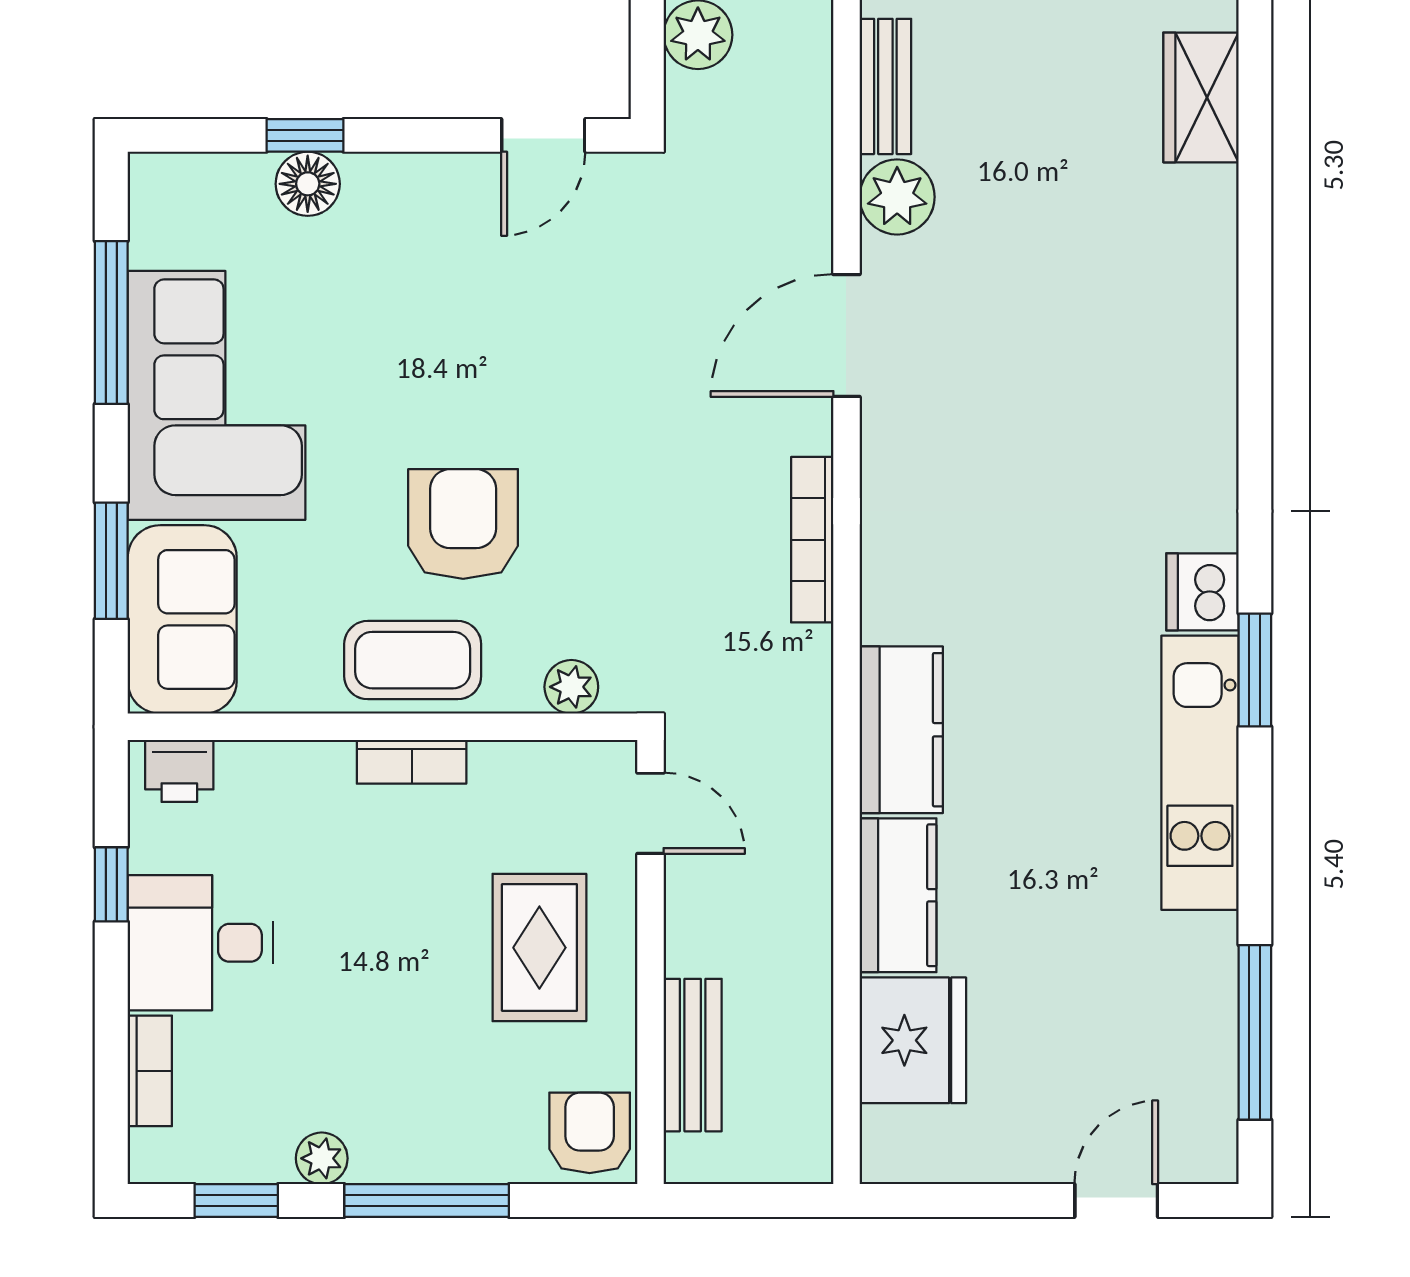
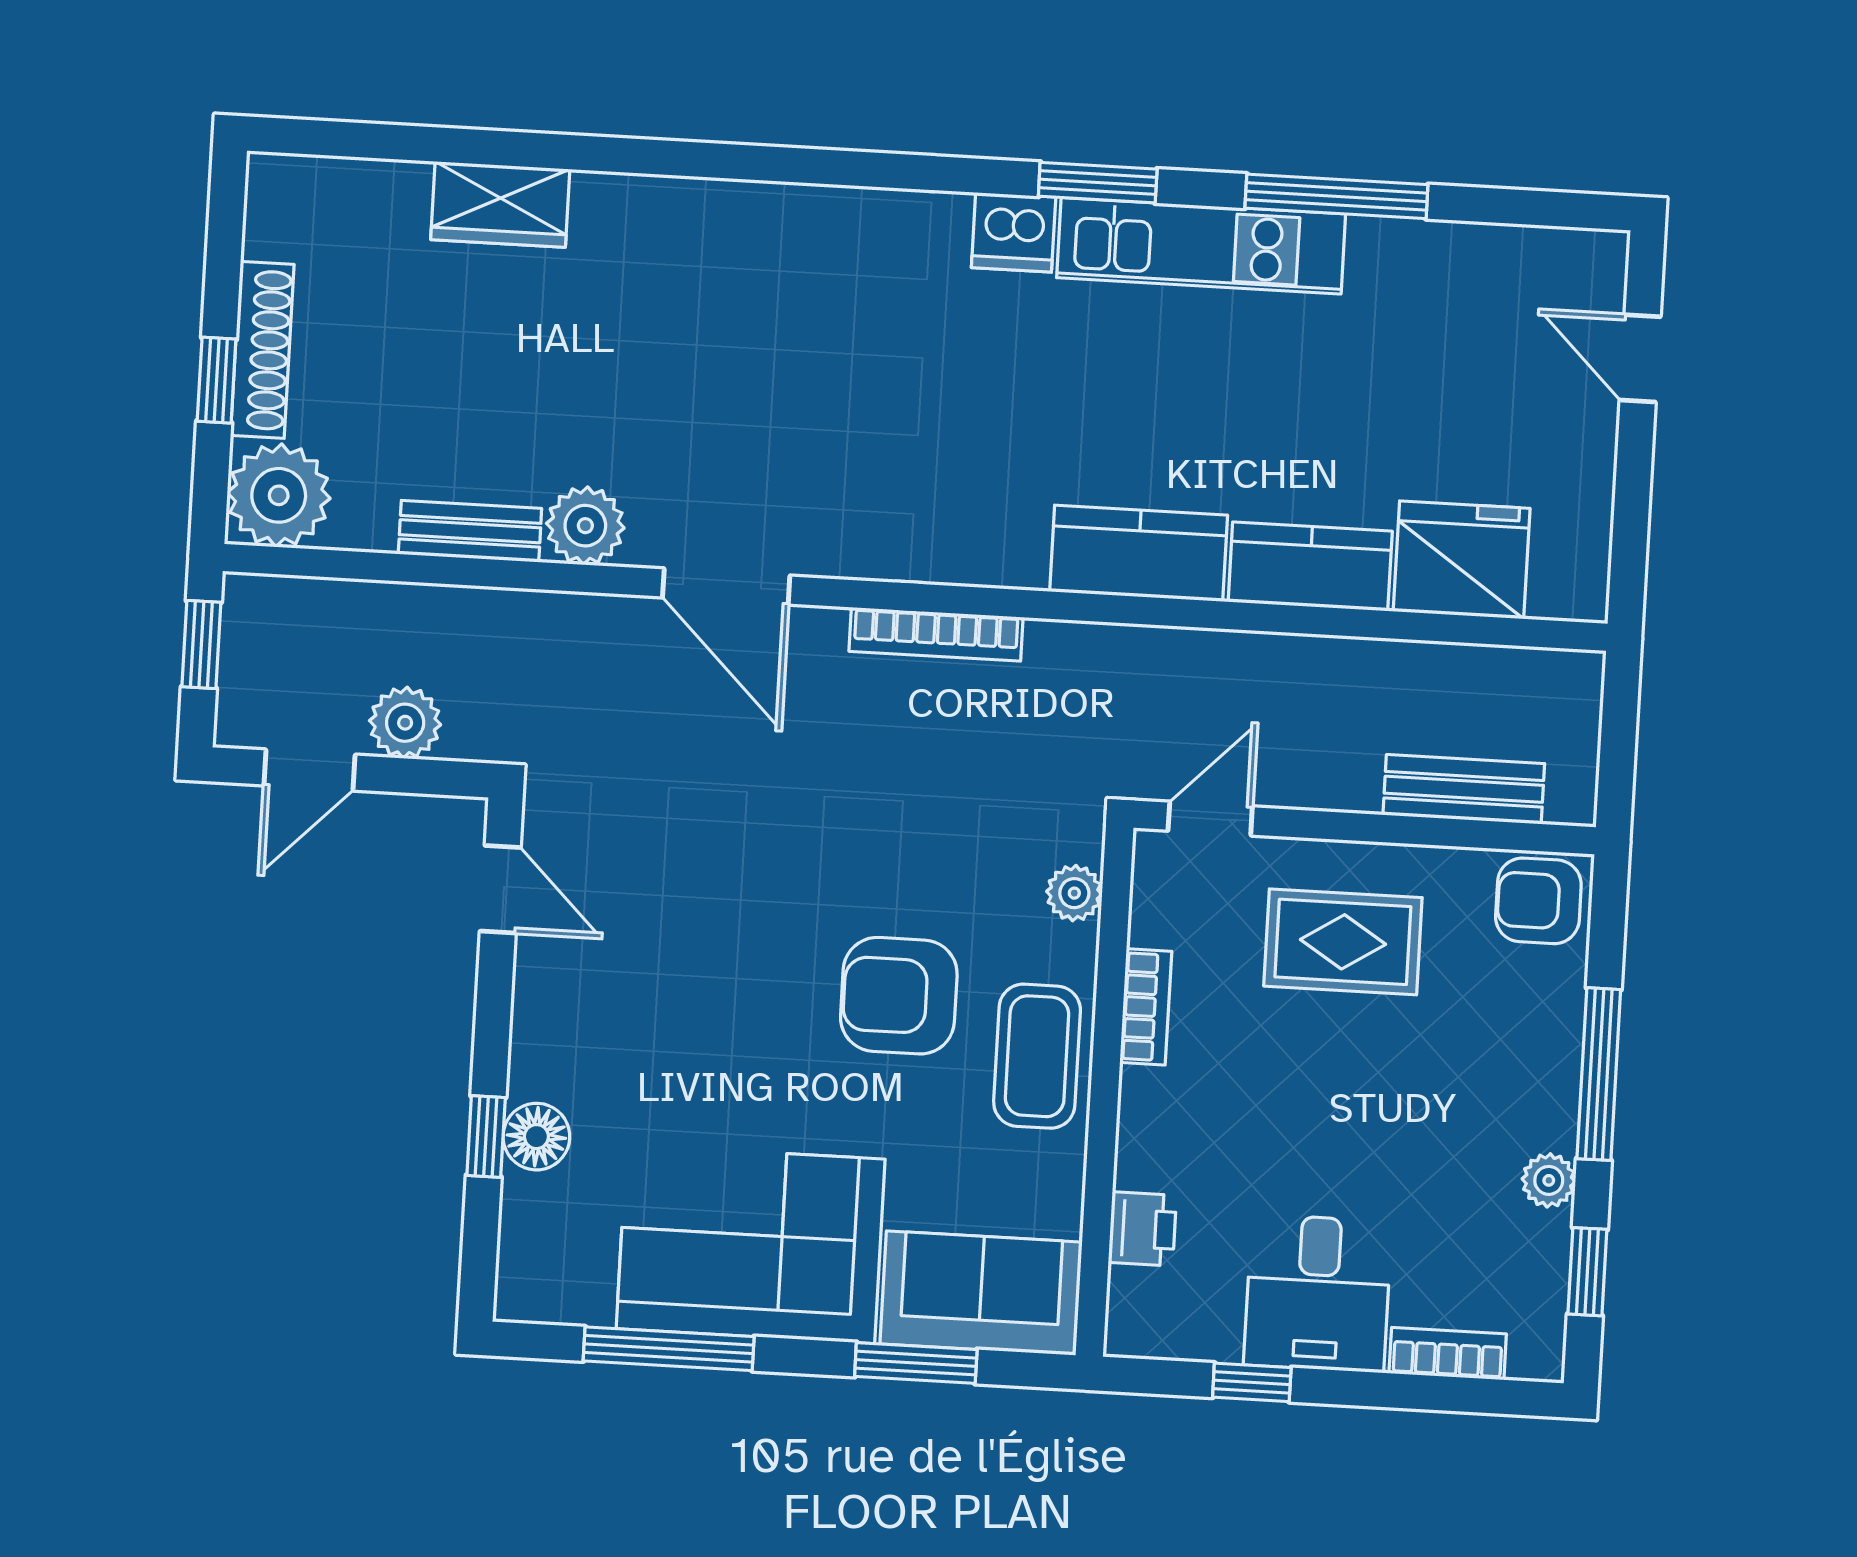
bookcase: (412, 762) -> (1146, 1007), moved
printer: (179, 771) -> (1142, 1229), moved
window: (1255, 1032) -> (1336, 196), moved

